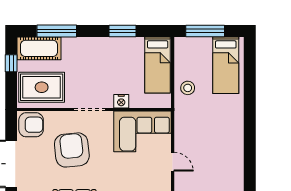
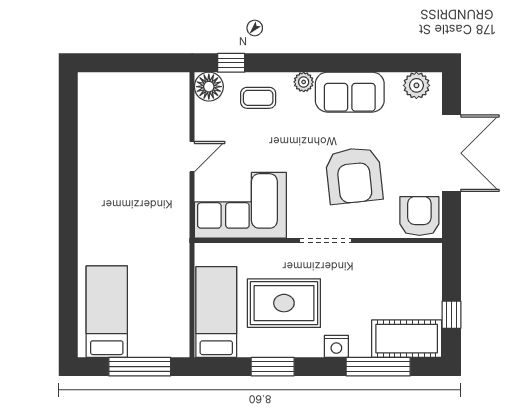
rug: (42, 87) -> (284, 303), moved
stool: (188, 88) -> (168, 275), removed
nightstand: (121, 101) -> (336, 346), moved, turned 180
armchair: (31, 125) -> (419, 216), turned 90
door: (173, 162) -> (192, 157), swing flipped

